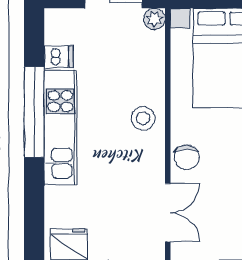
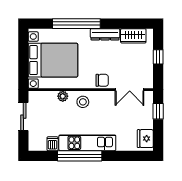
plant: (154, 19) -> (63, 96), moved
double door: (168, 213) -> (130, 90), swing flipped

